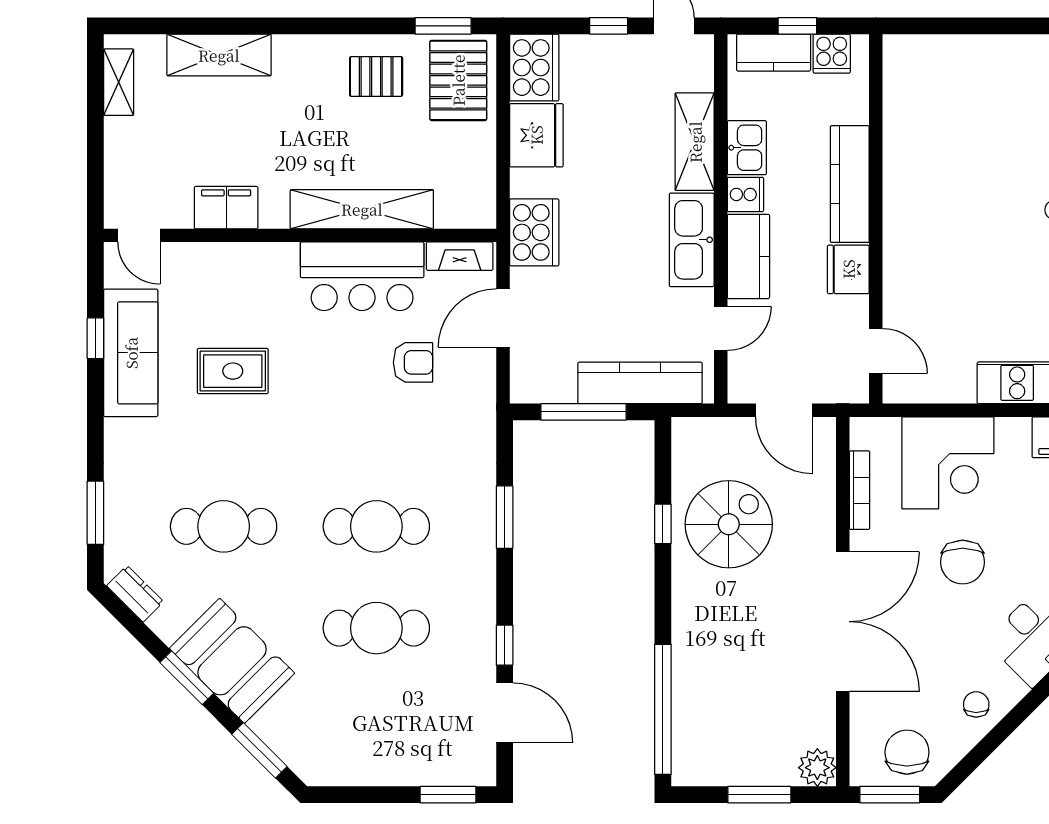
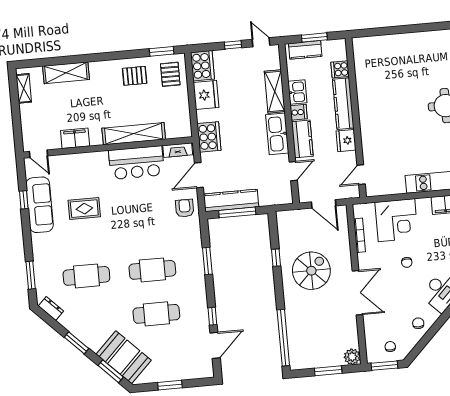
window: (797, 26) -> (314, 37), width x1.50
cooker: (832, 54) -> (340, 69), moved, turned 90
pallet: (458, 80) -> (170, 74), width x0.67, depth x0.71
door: (876, 351) -> (361, 175), swing flipped
armchair: (413, 362) -> (185, 208), moved, turned -90
kitchen counter: (640, 383) -> (231, 200), moved
spiral stairs: (729, 524) -> (311, 271), moved
chair: (963, 562) -> (407, 262), width x0.54, depth x0.54
double door: (843, 622) -> (357, 293), width x0.73
booth: (232, 661) -> (124, 357), moved
door: (505, 713) -> (215, 345), hinge flipped
chair: (907, 752) -> (390, 347), width x0.54, depth x0.54
window: (448, 795) -> (170, 385), moved

